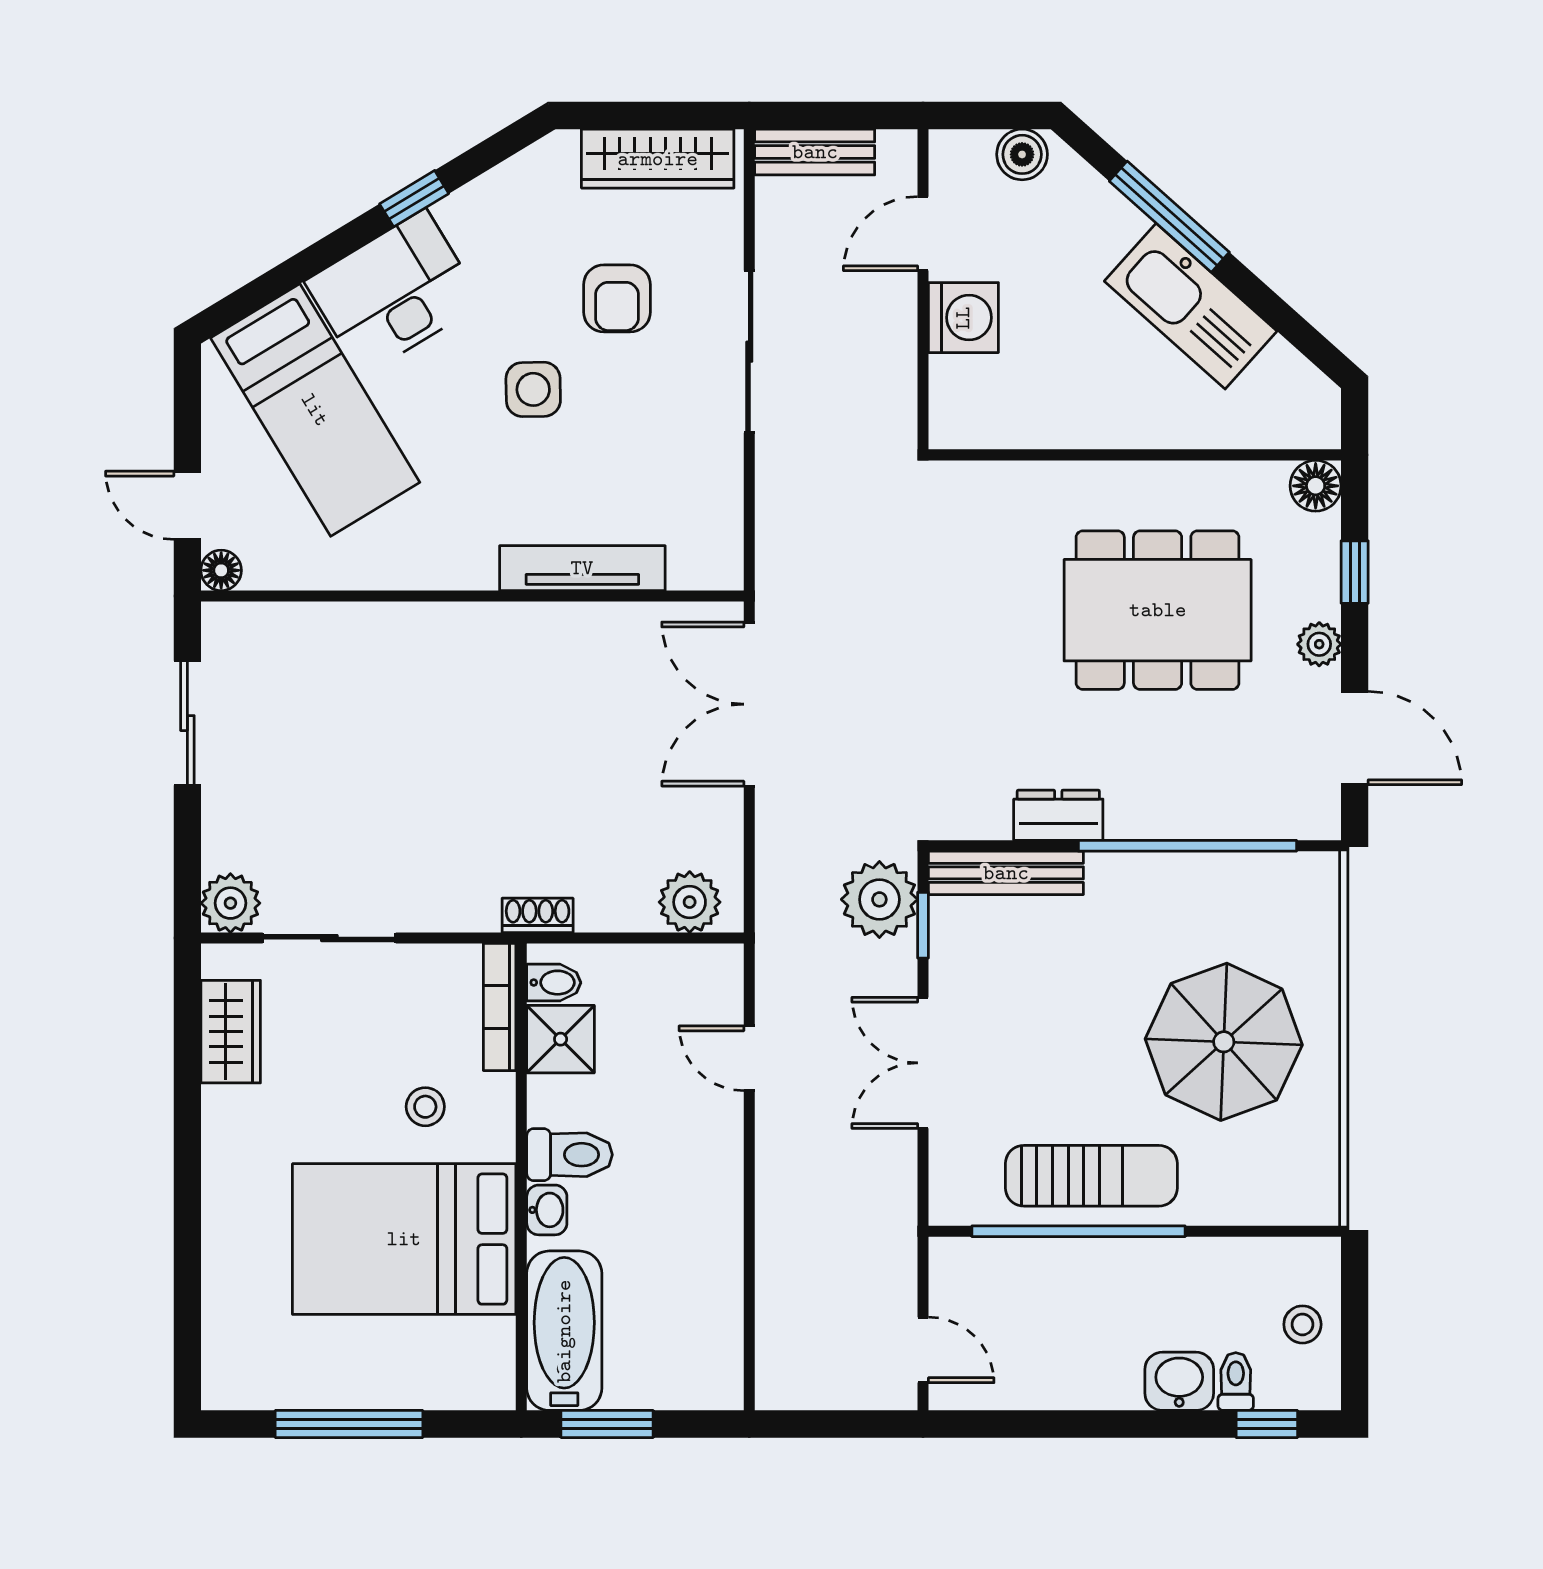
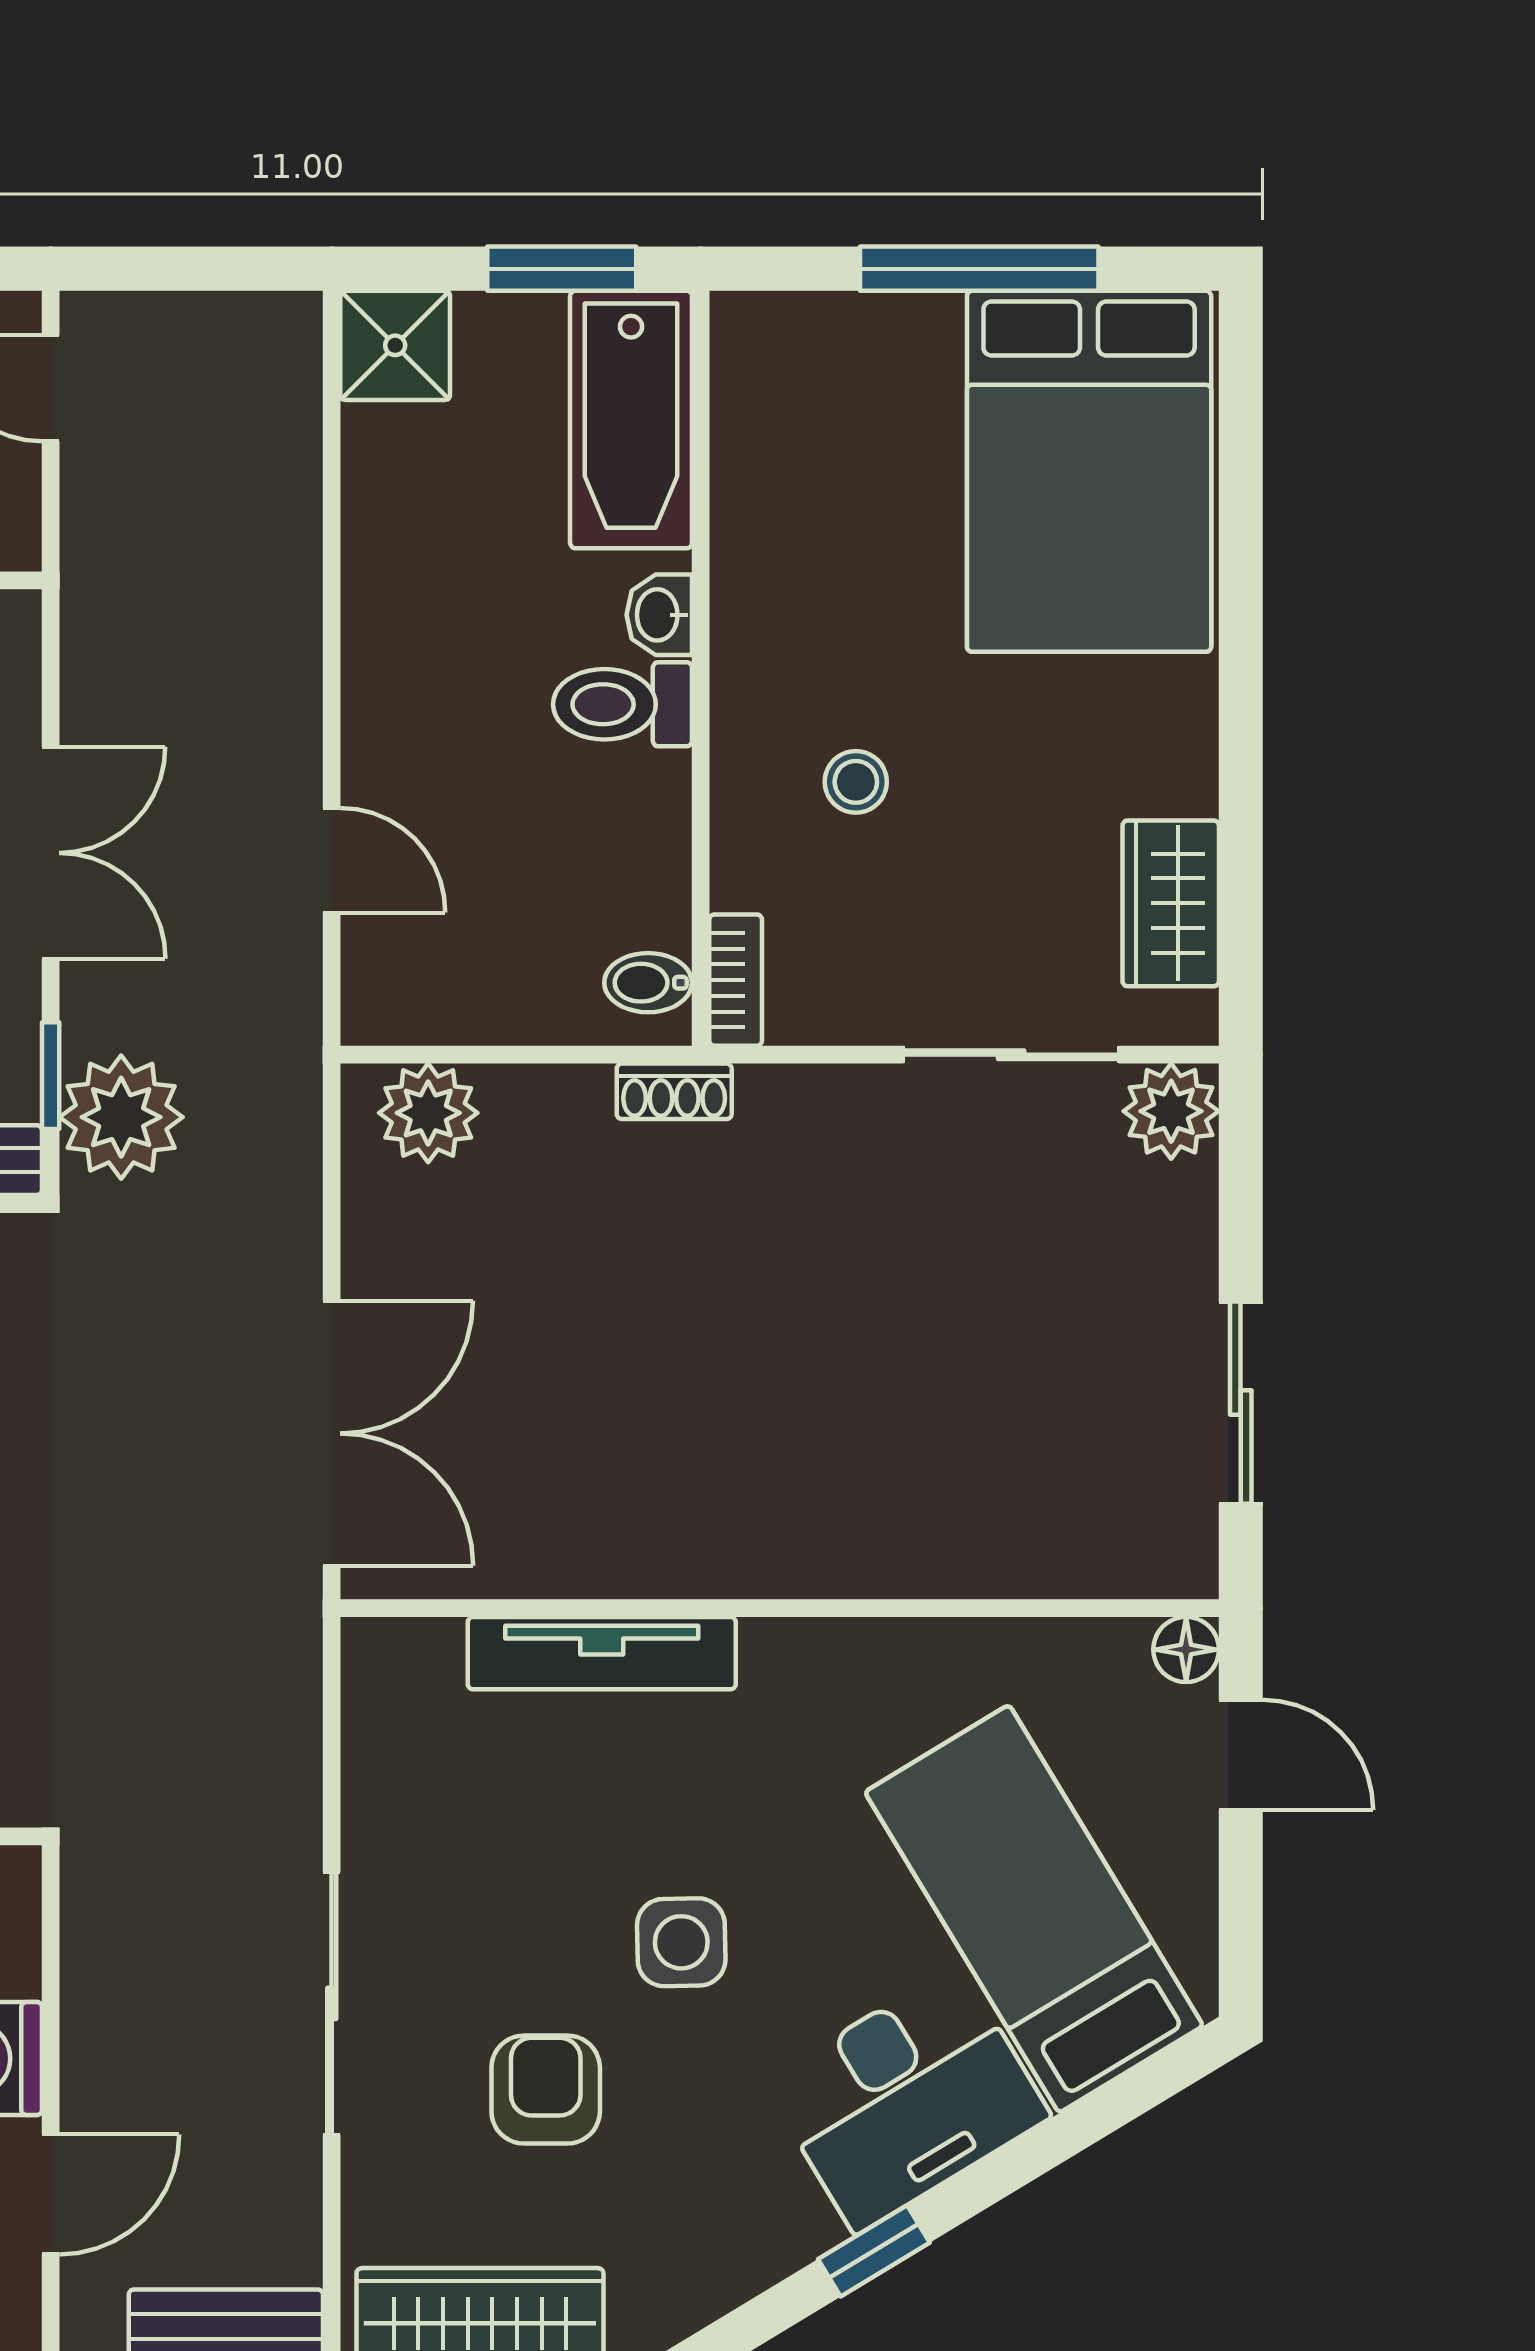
bookcase: (500, 1007) -> (736, 980), width x0.64
shower: (561, 1039) -> (395, 345), moved
bed: (404, 1239) -> (1089, 471), moved, turned 90

